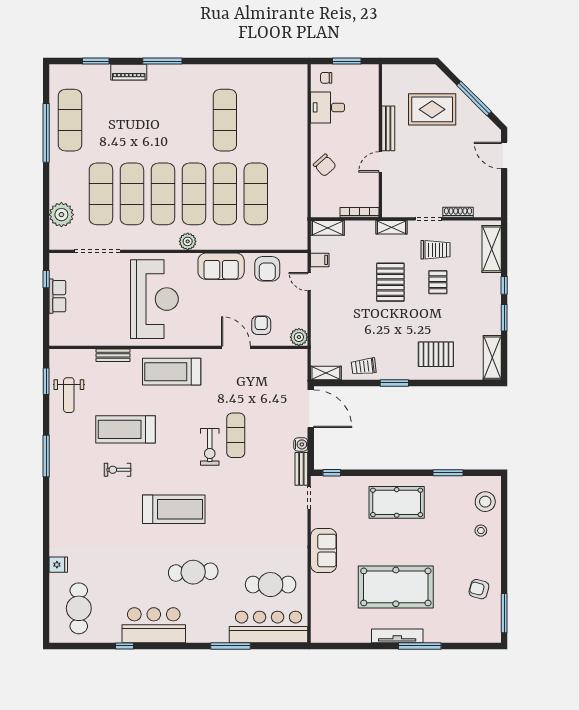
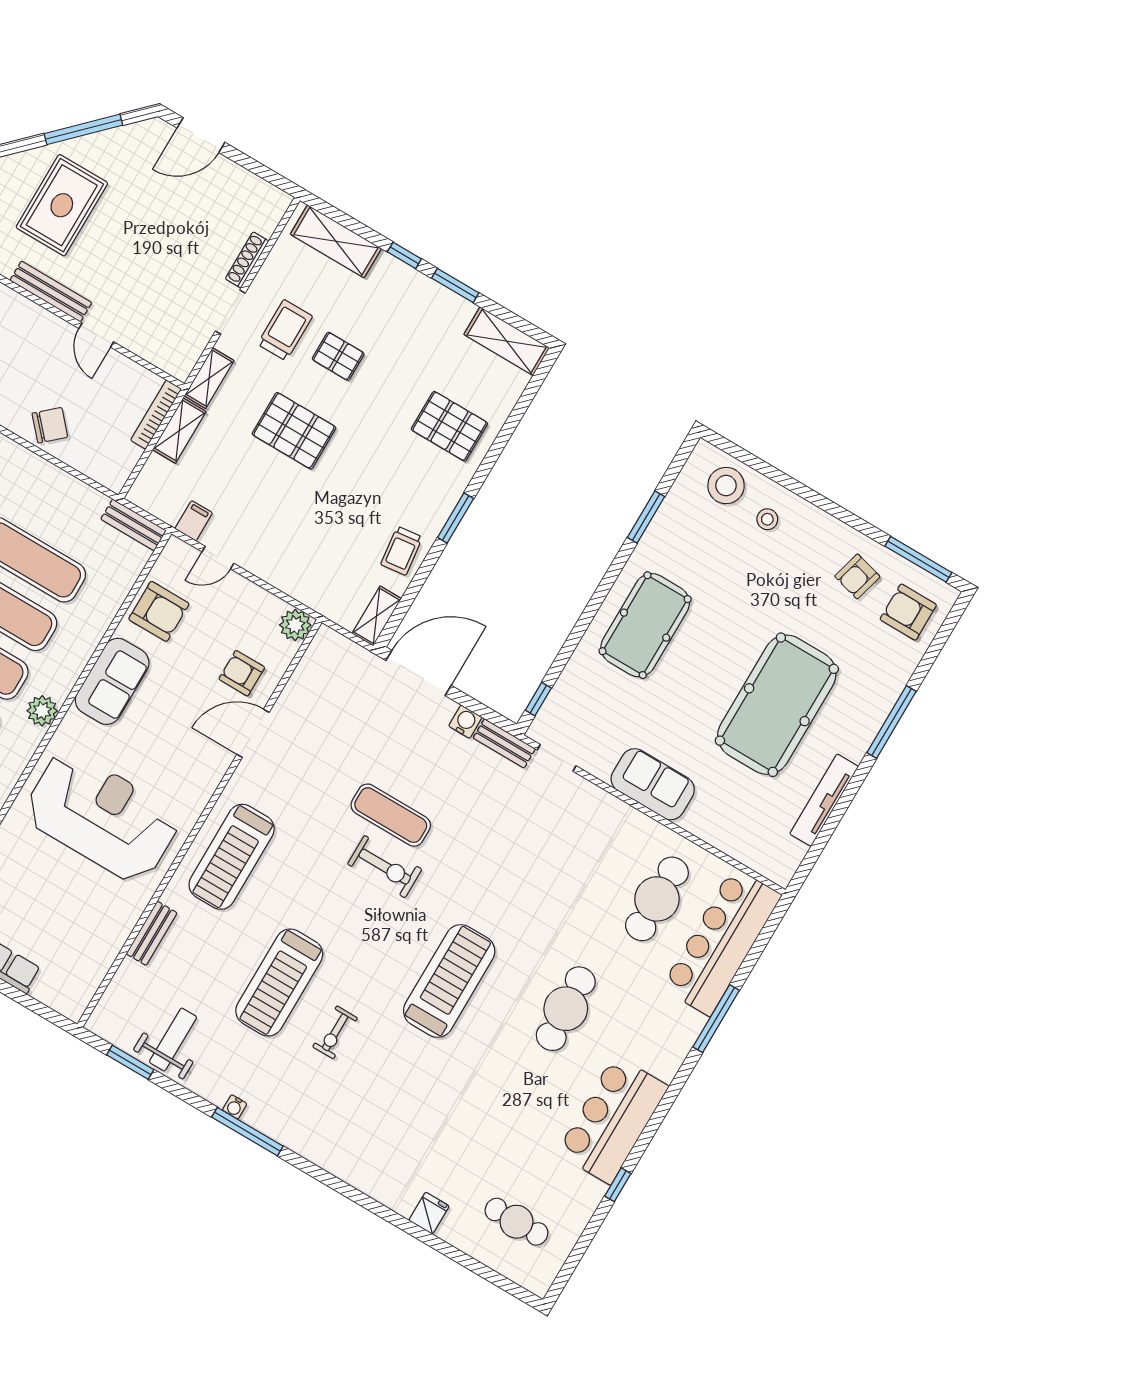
shelving: (328, 228) -> (179, 431), moved
bench: (301, 233) -> (134, 525), added
pallet: (436, 354) -> (449, 426), turned 90
weight bench: (69, 395) -> (173, 1040), turned -90
water cooler: (54, 443) -> (235, 1107), added
cafe table: (79, 608) -> (516, 1222), width x0.73, depth x0.74
armchair: (476, 623) -> (908, 612), added
tv unit: (397, 636) -> (824, 800), moved

